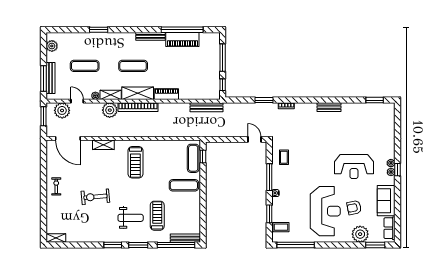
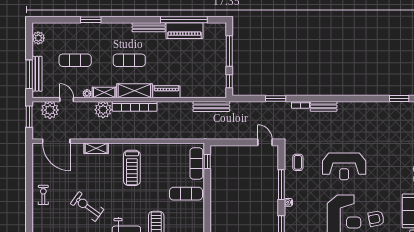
bench: (329, 107) -> (324, 106), moved
reception desk: (354, 166) -> (344, 166), moved
exercise bike: (95, 197) -> (87, 207), turned 41

